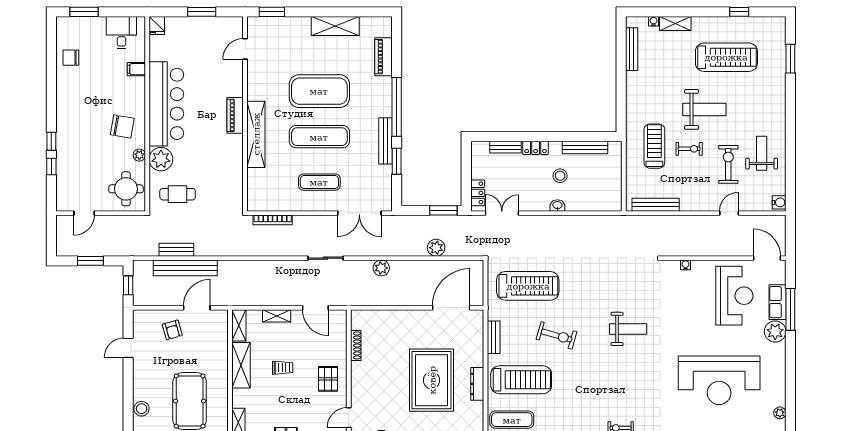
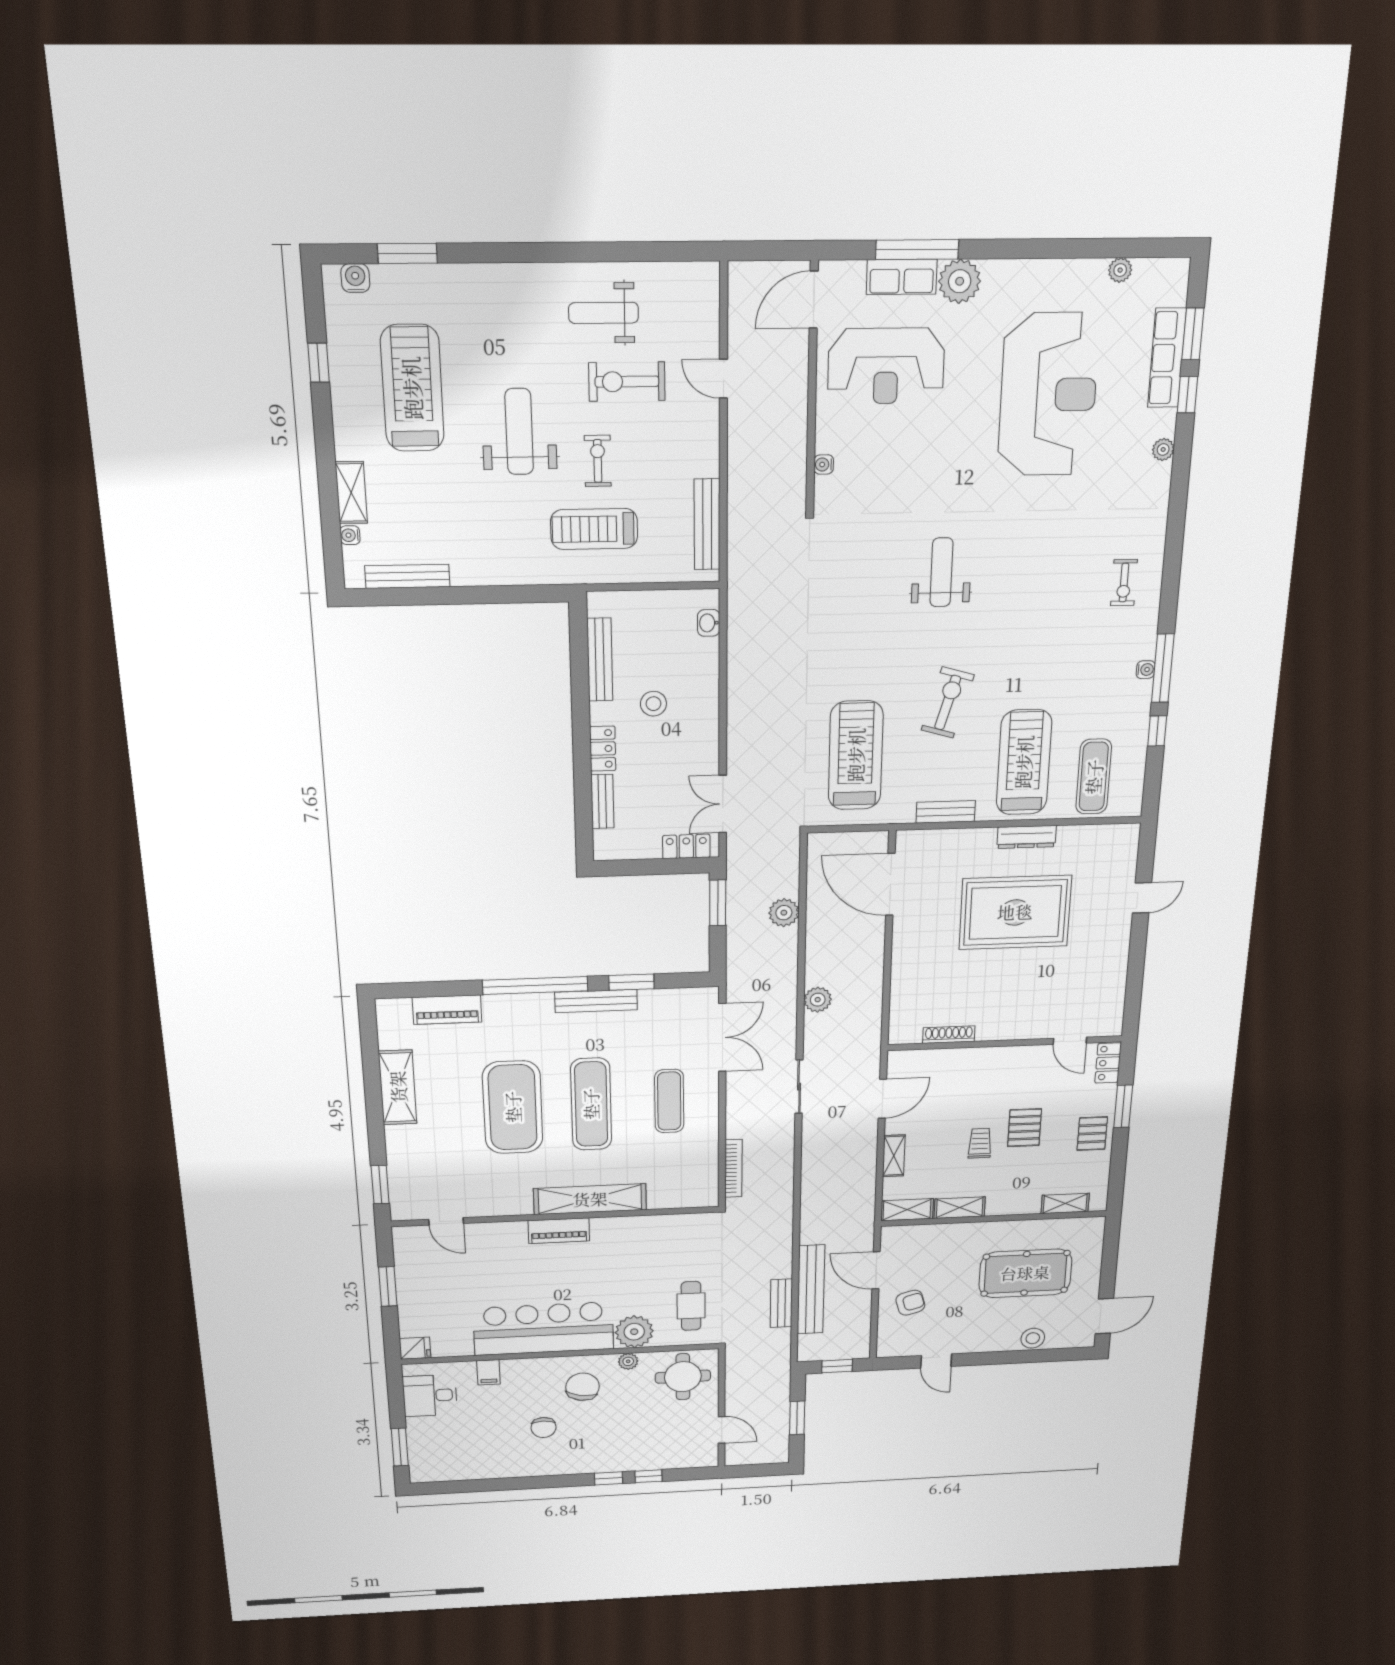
chair: (71, 58) -> (544, 1427), moved
water cooler: (779, 202) -> (355, 278), moved
washbasin: (557, 205) -> (709, 623), moved
reception desk: (734, 296) -> (886, 366), turned 180
shelving: (241, 365) -> (960, 1208), width x0.67, depth x0.75
pallet: (328, 379) -> (1025, 1128), moved, turned 90

